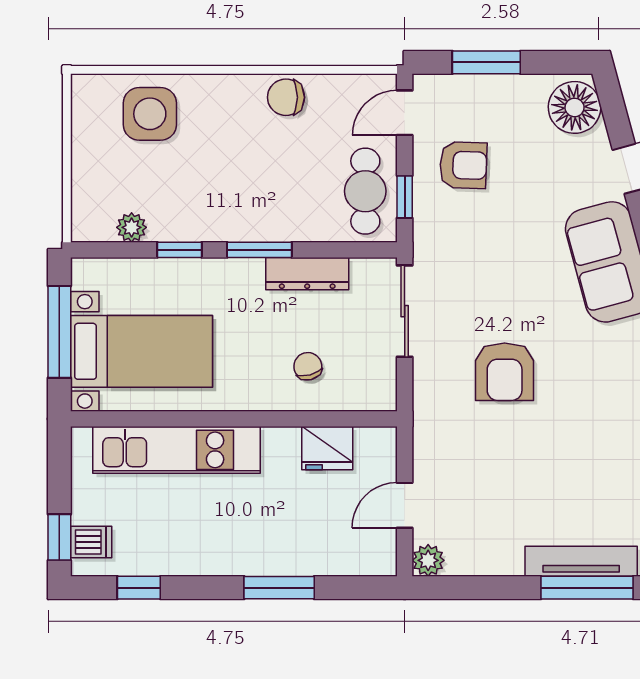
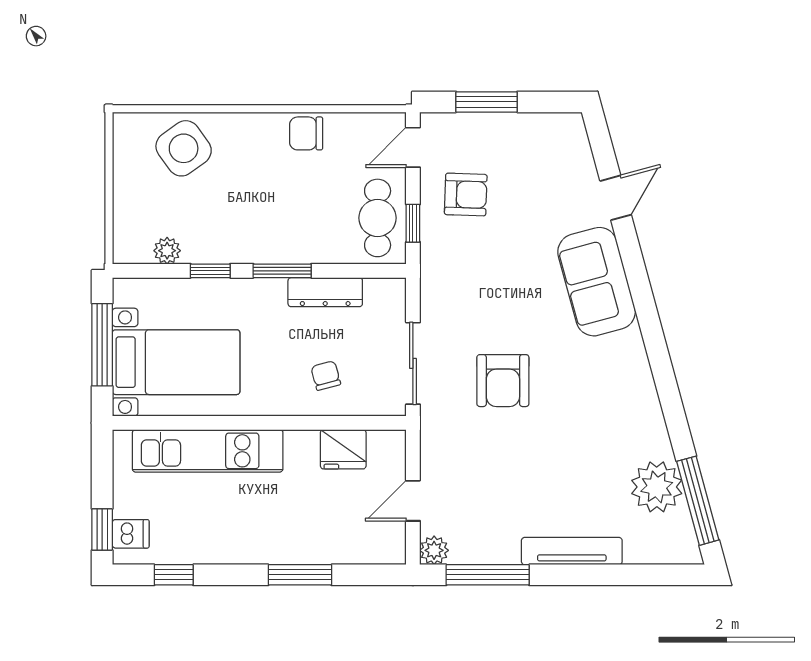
floor lamp: (575, 107) -> (566, 143), removed
side table: (150, 114) -> (184, 148), turned -36
sliding door: (405, 311) -> (413, 363), moved
window: (587, 588) -> (488, 575), moved

